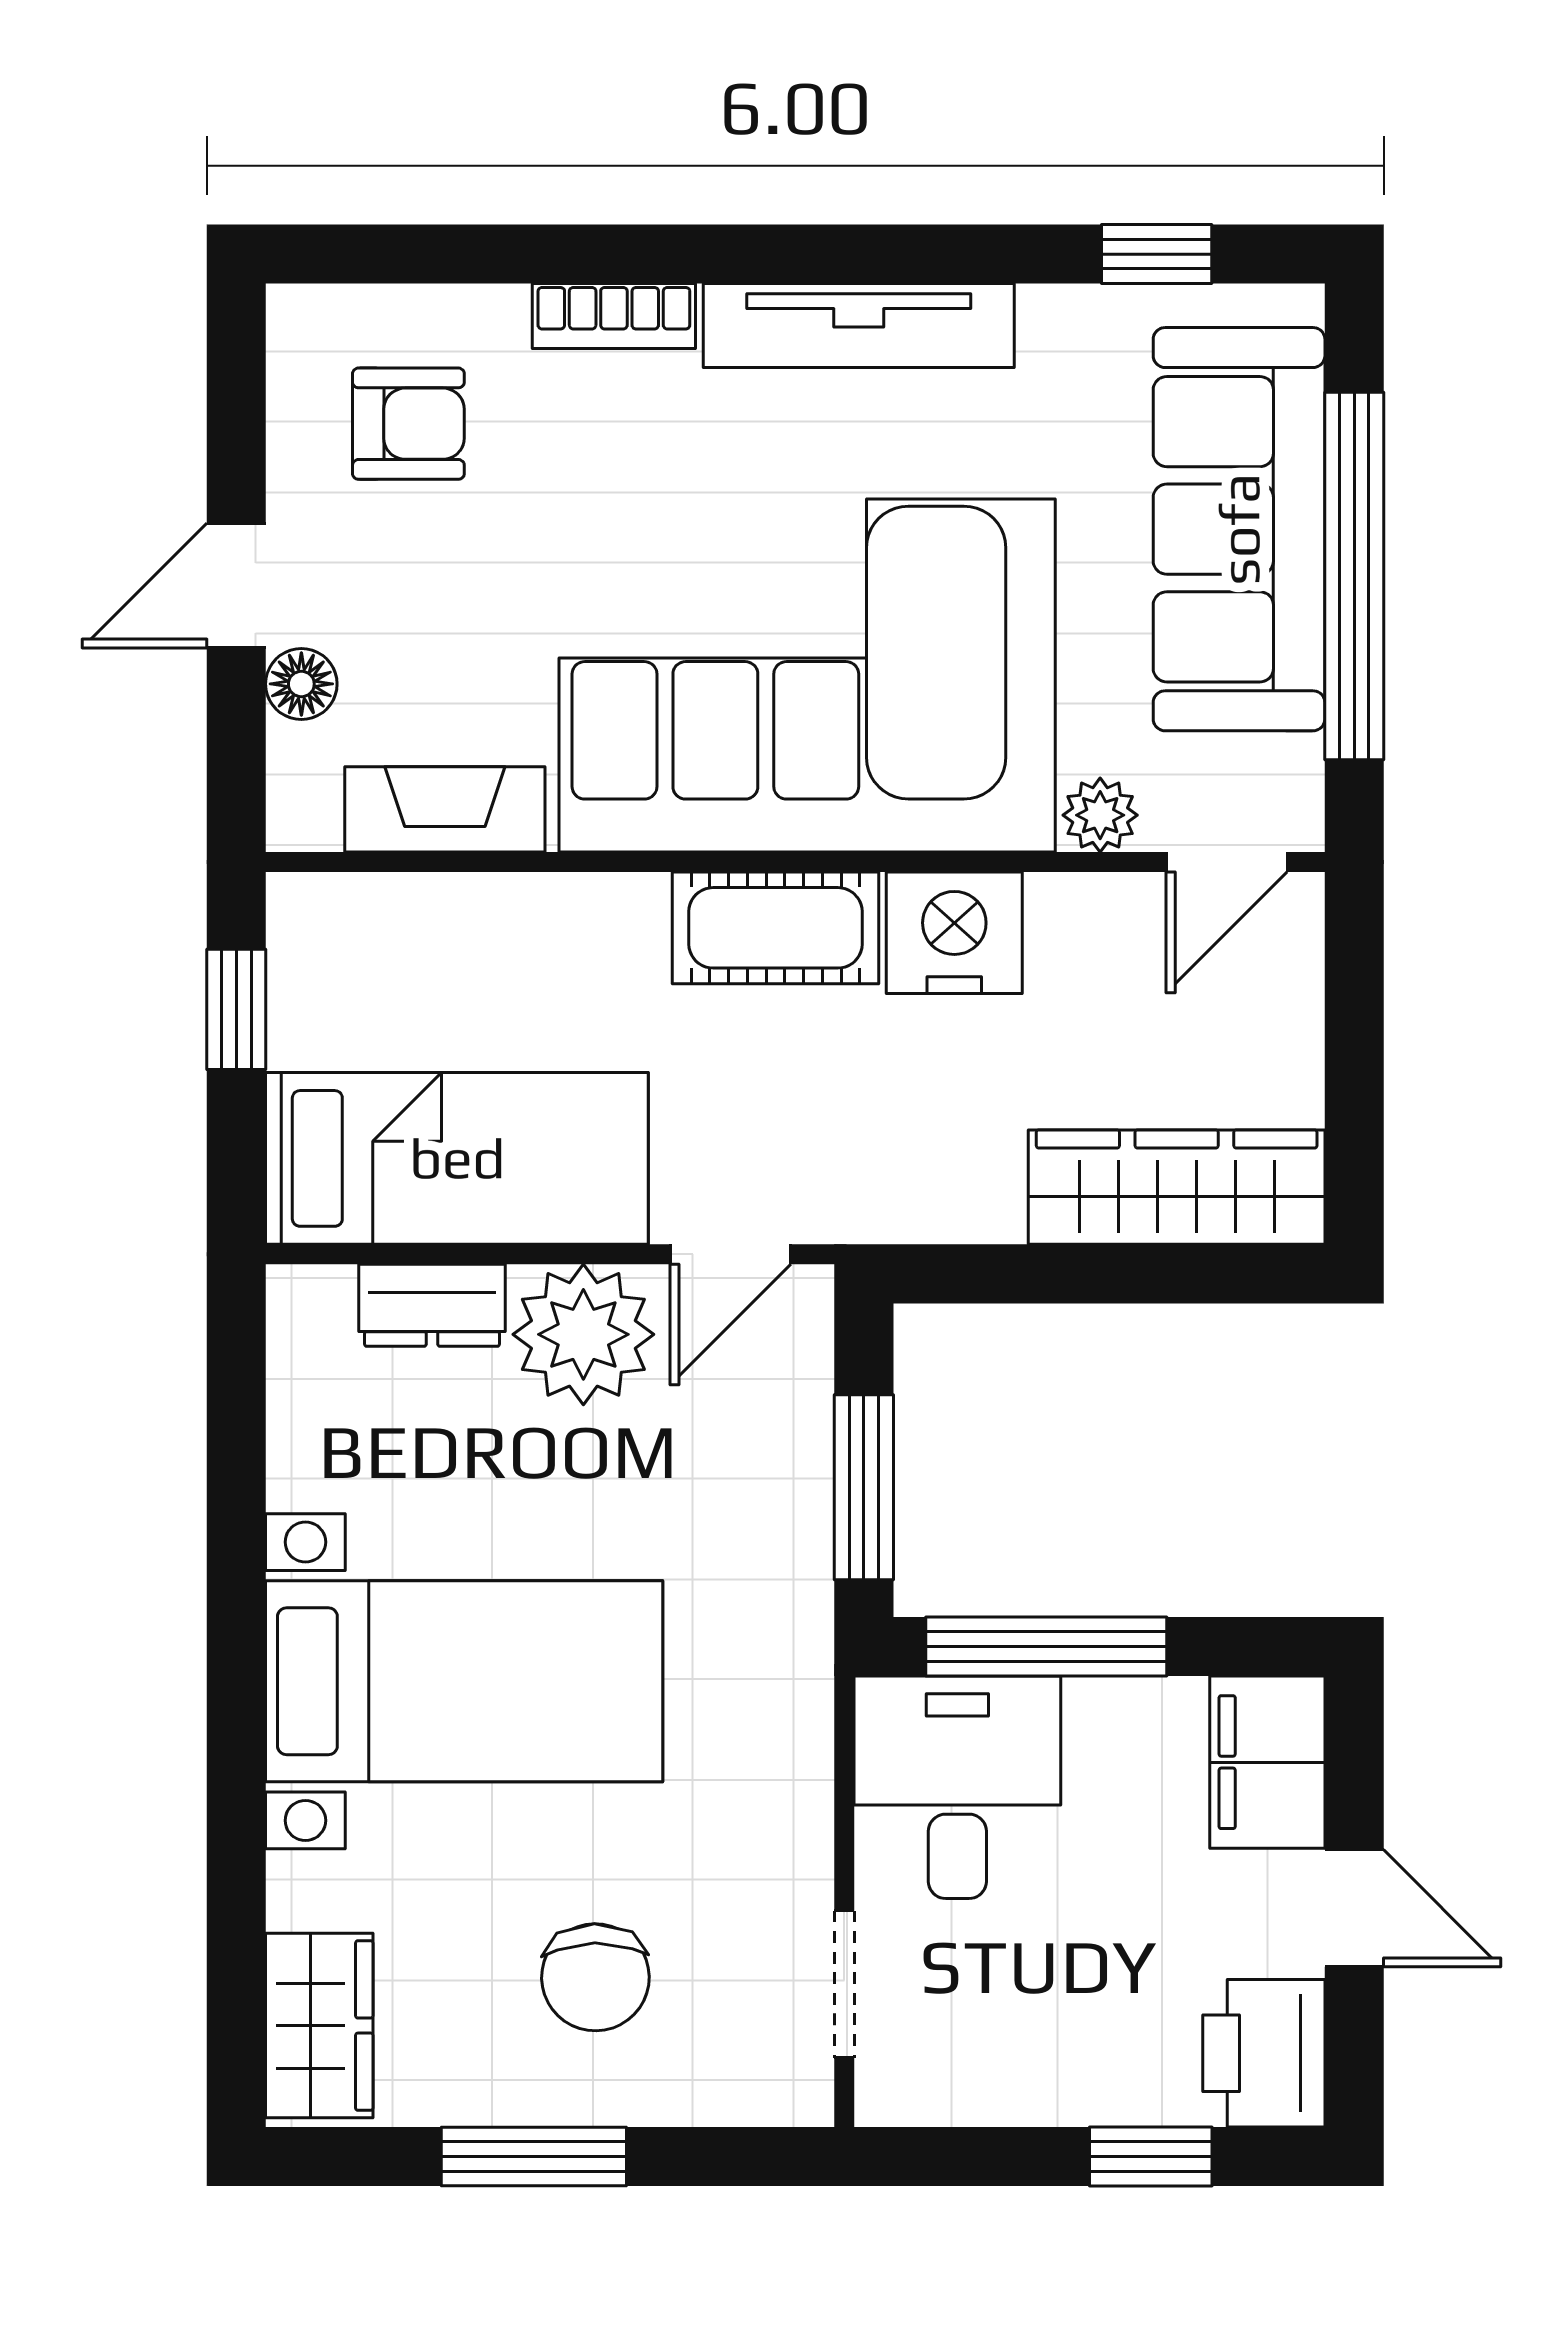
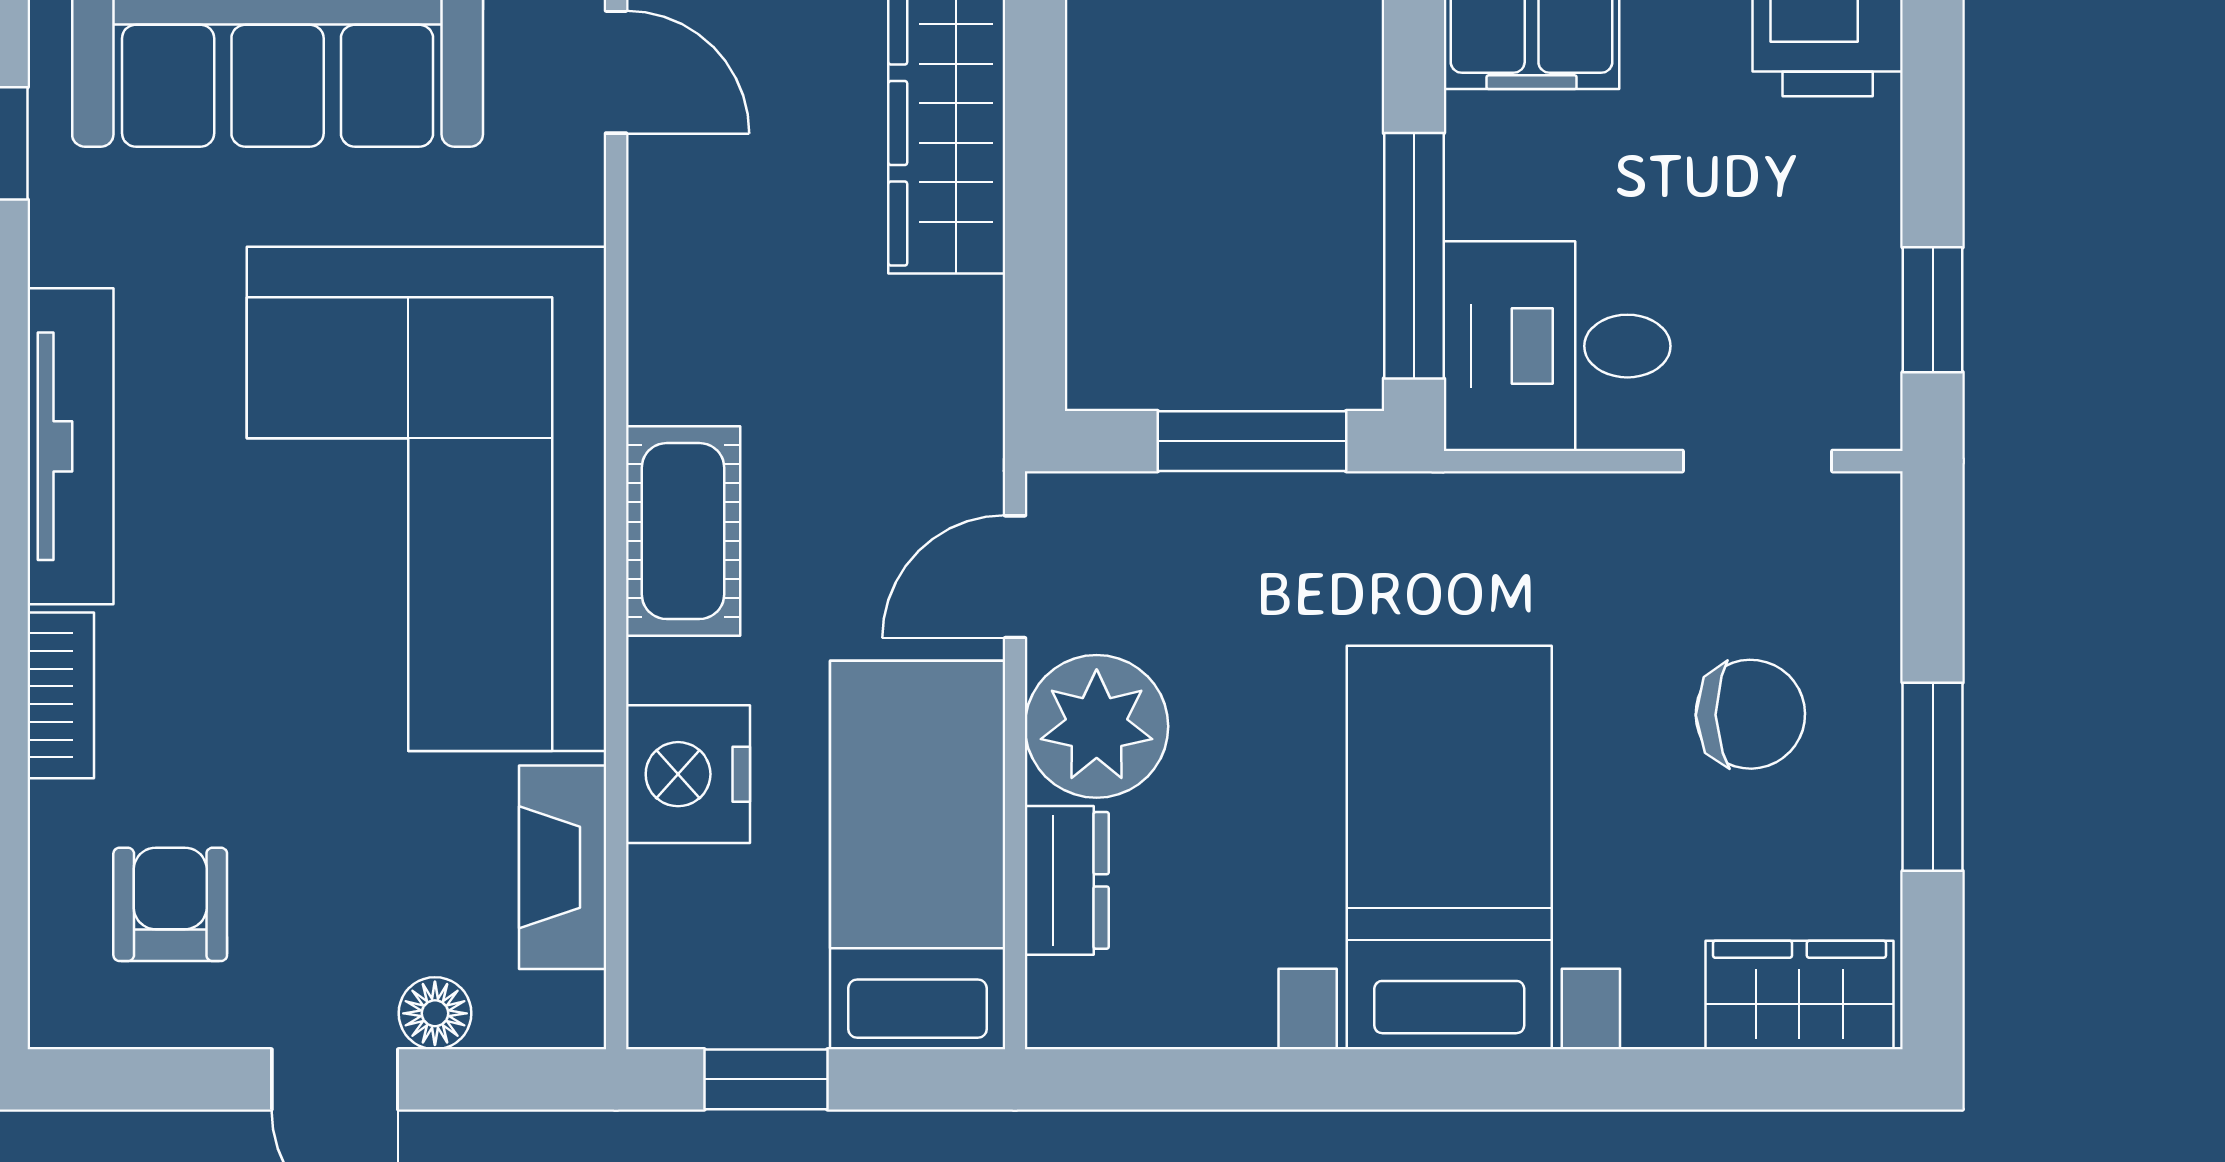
plant: (1100, 815) -> (568, 201), removed
nightstand: (954, 933) -> (688, 774), moved
door: (731, 1254) -> (1015, 577), swing flipped
window: (1151, 2156) -> (1933, 310), moved

